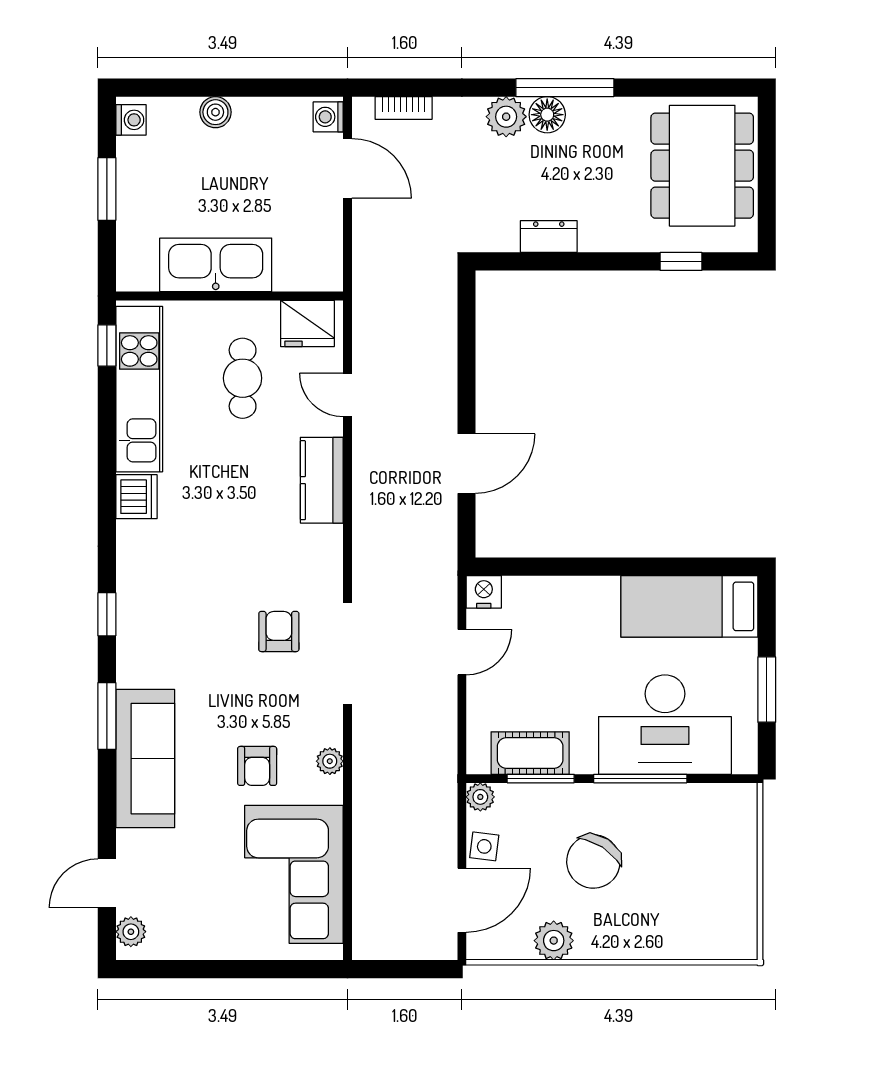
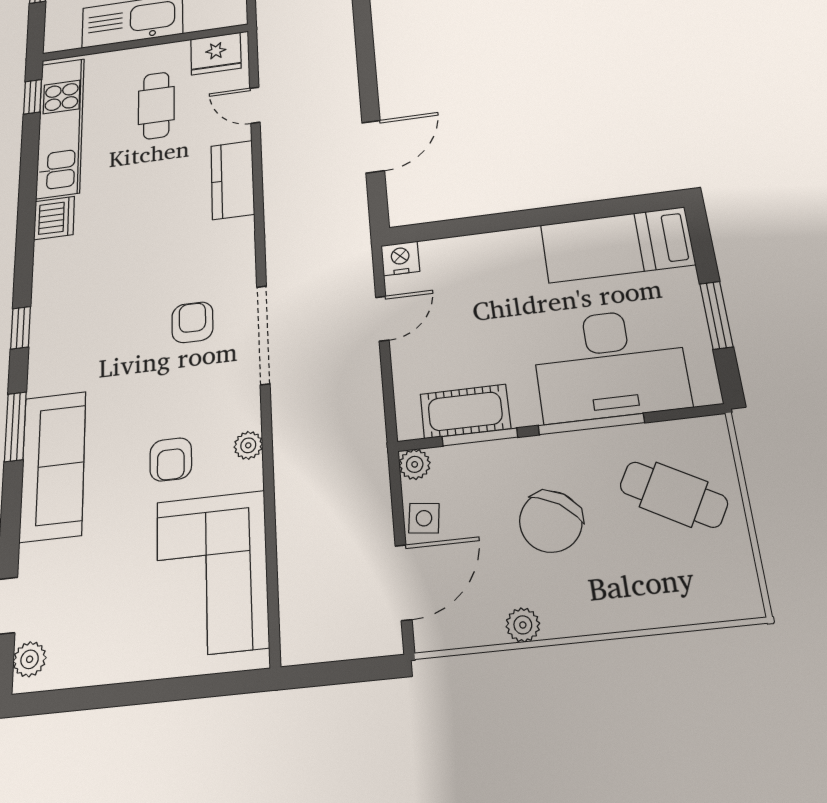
cafe table: (701, 850) -> (674, 494), added
plant: (554, 941) -> (523, 625), width x0.73, depth x0.73

